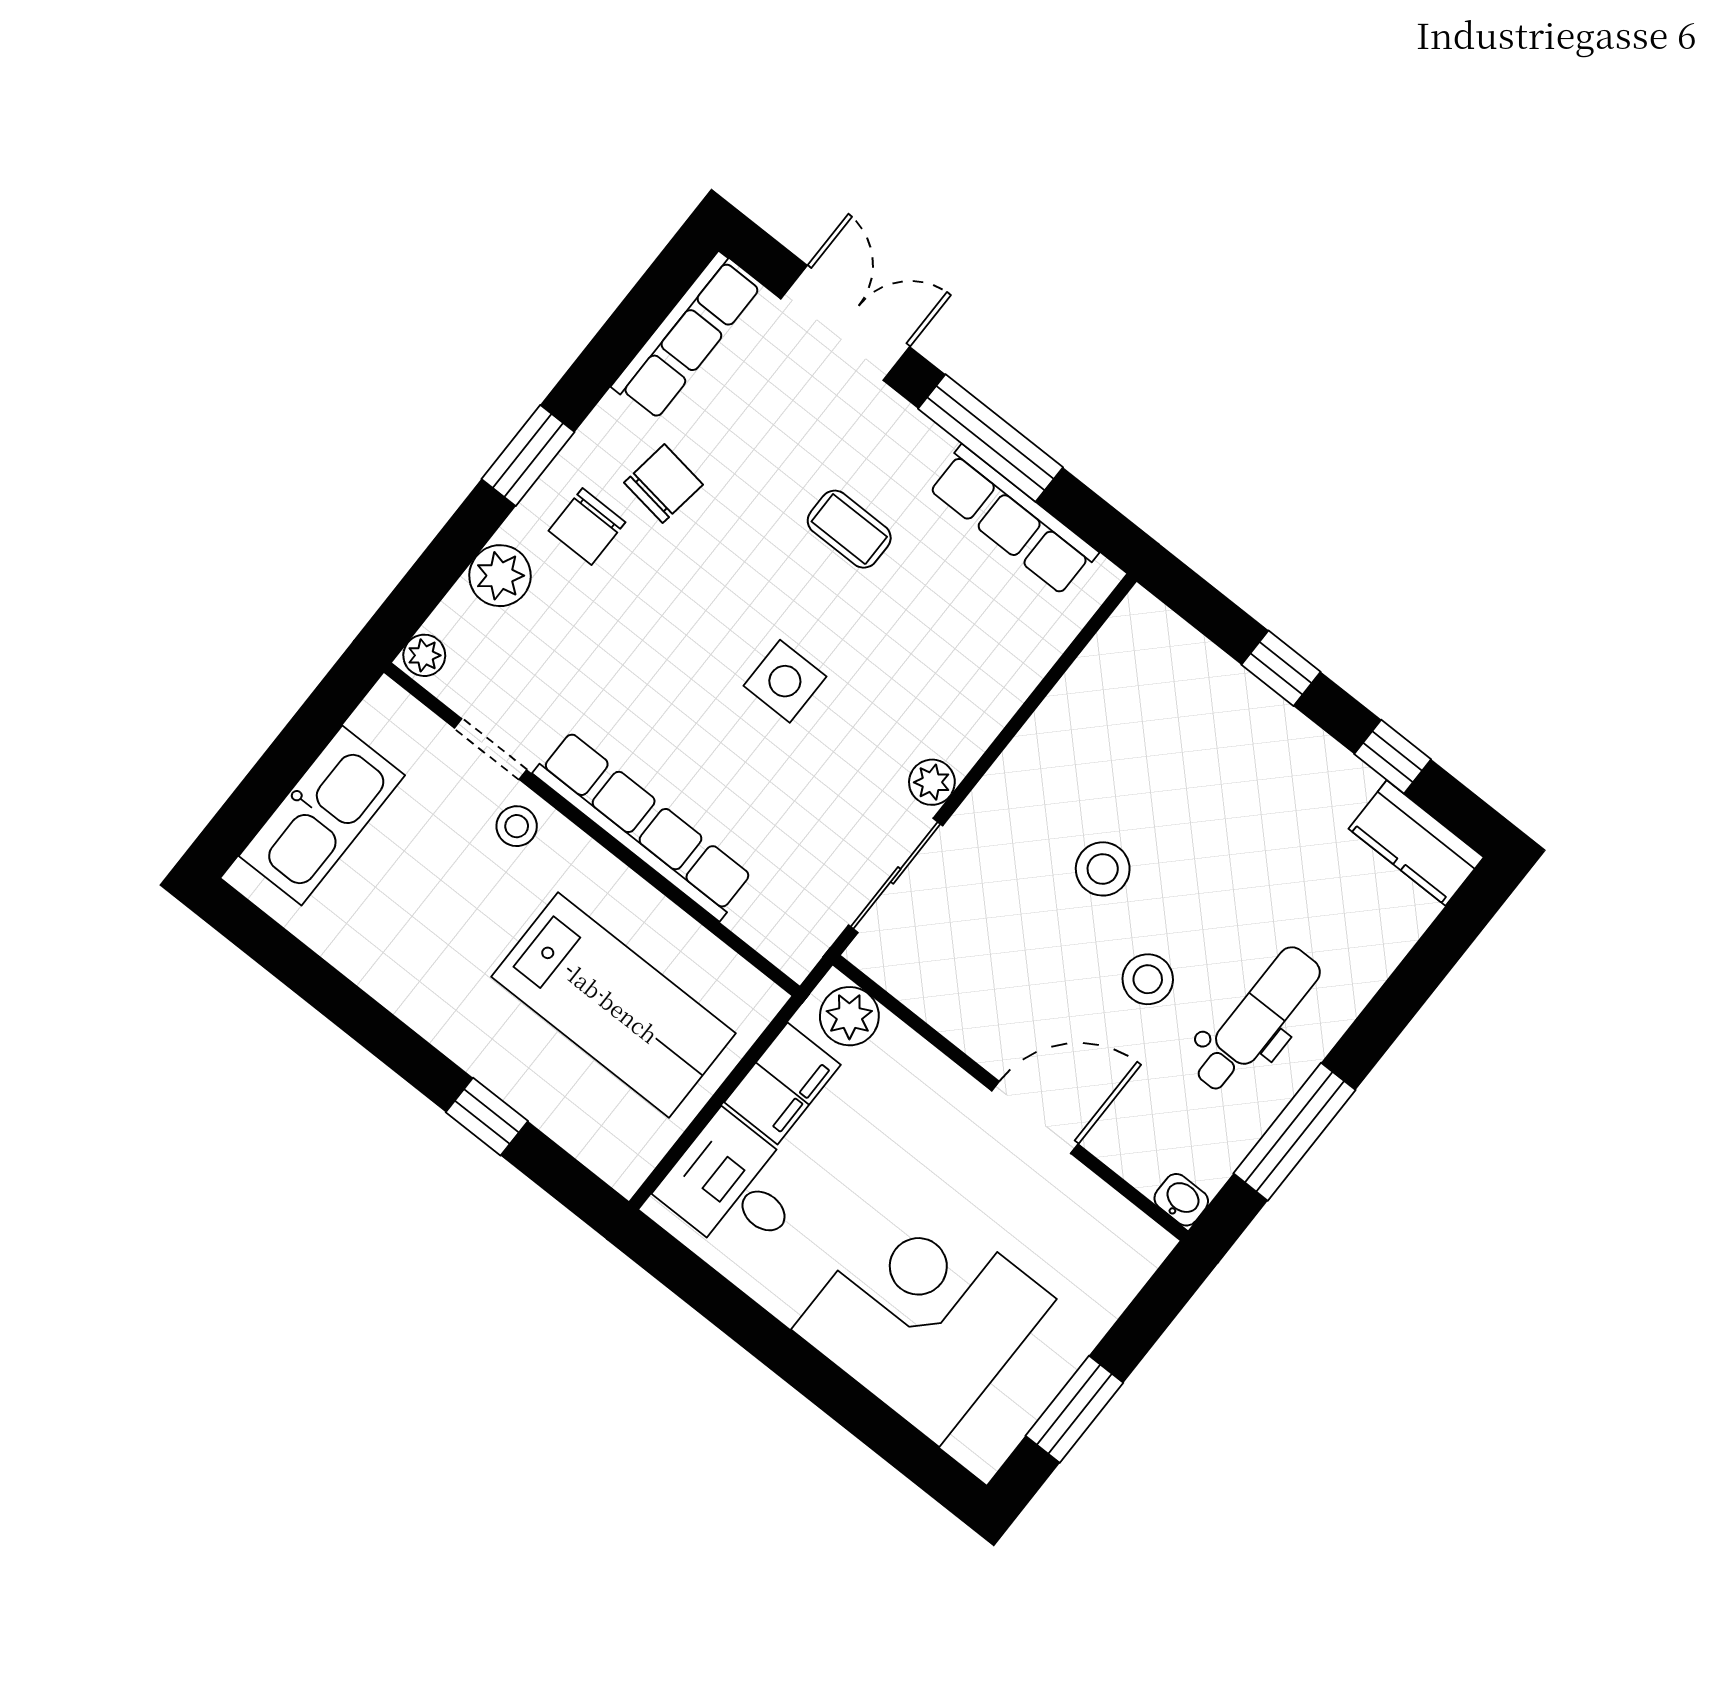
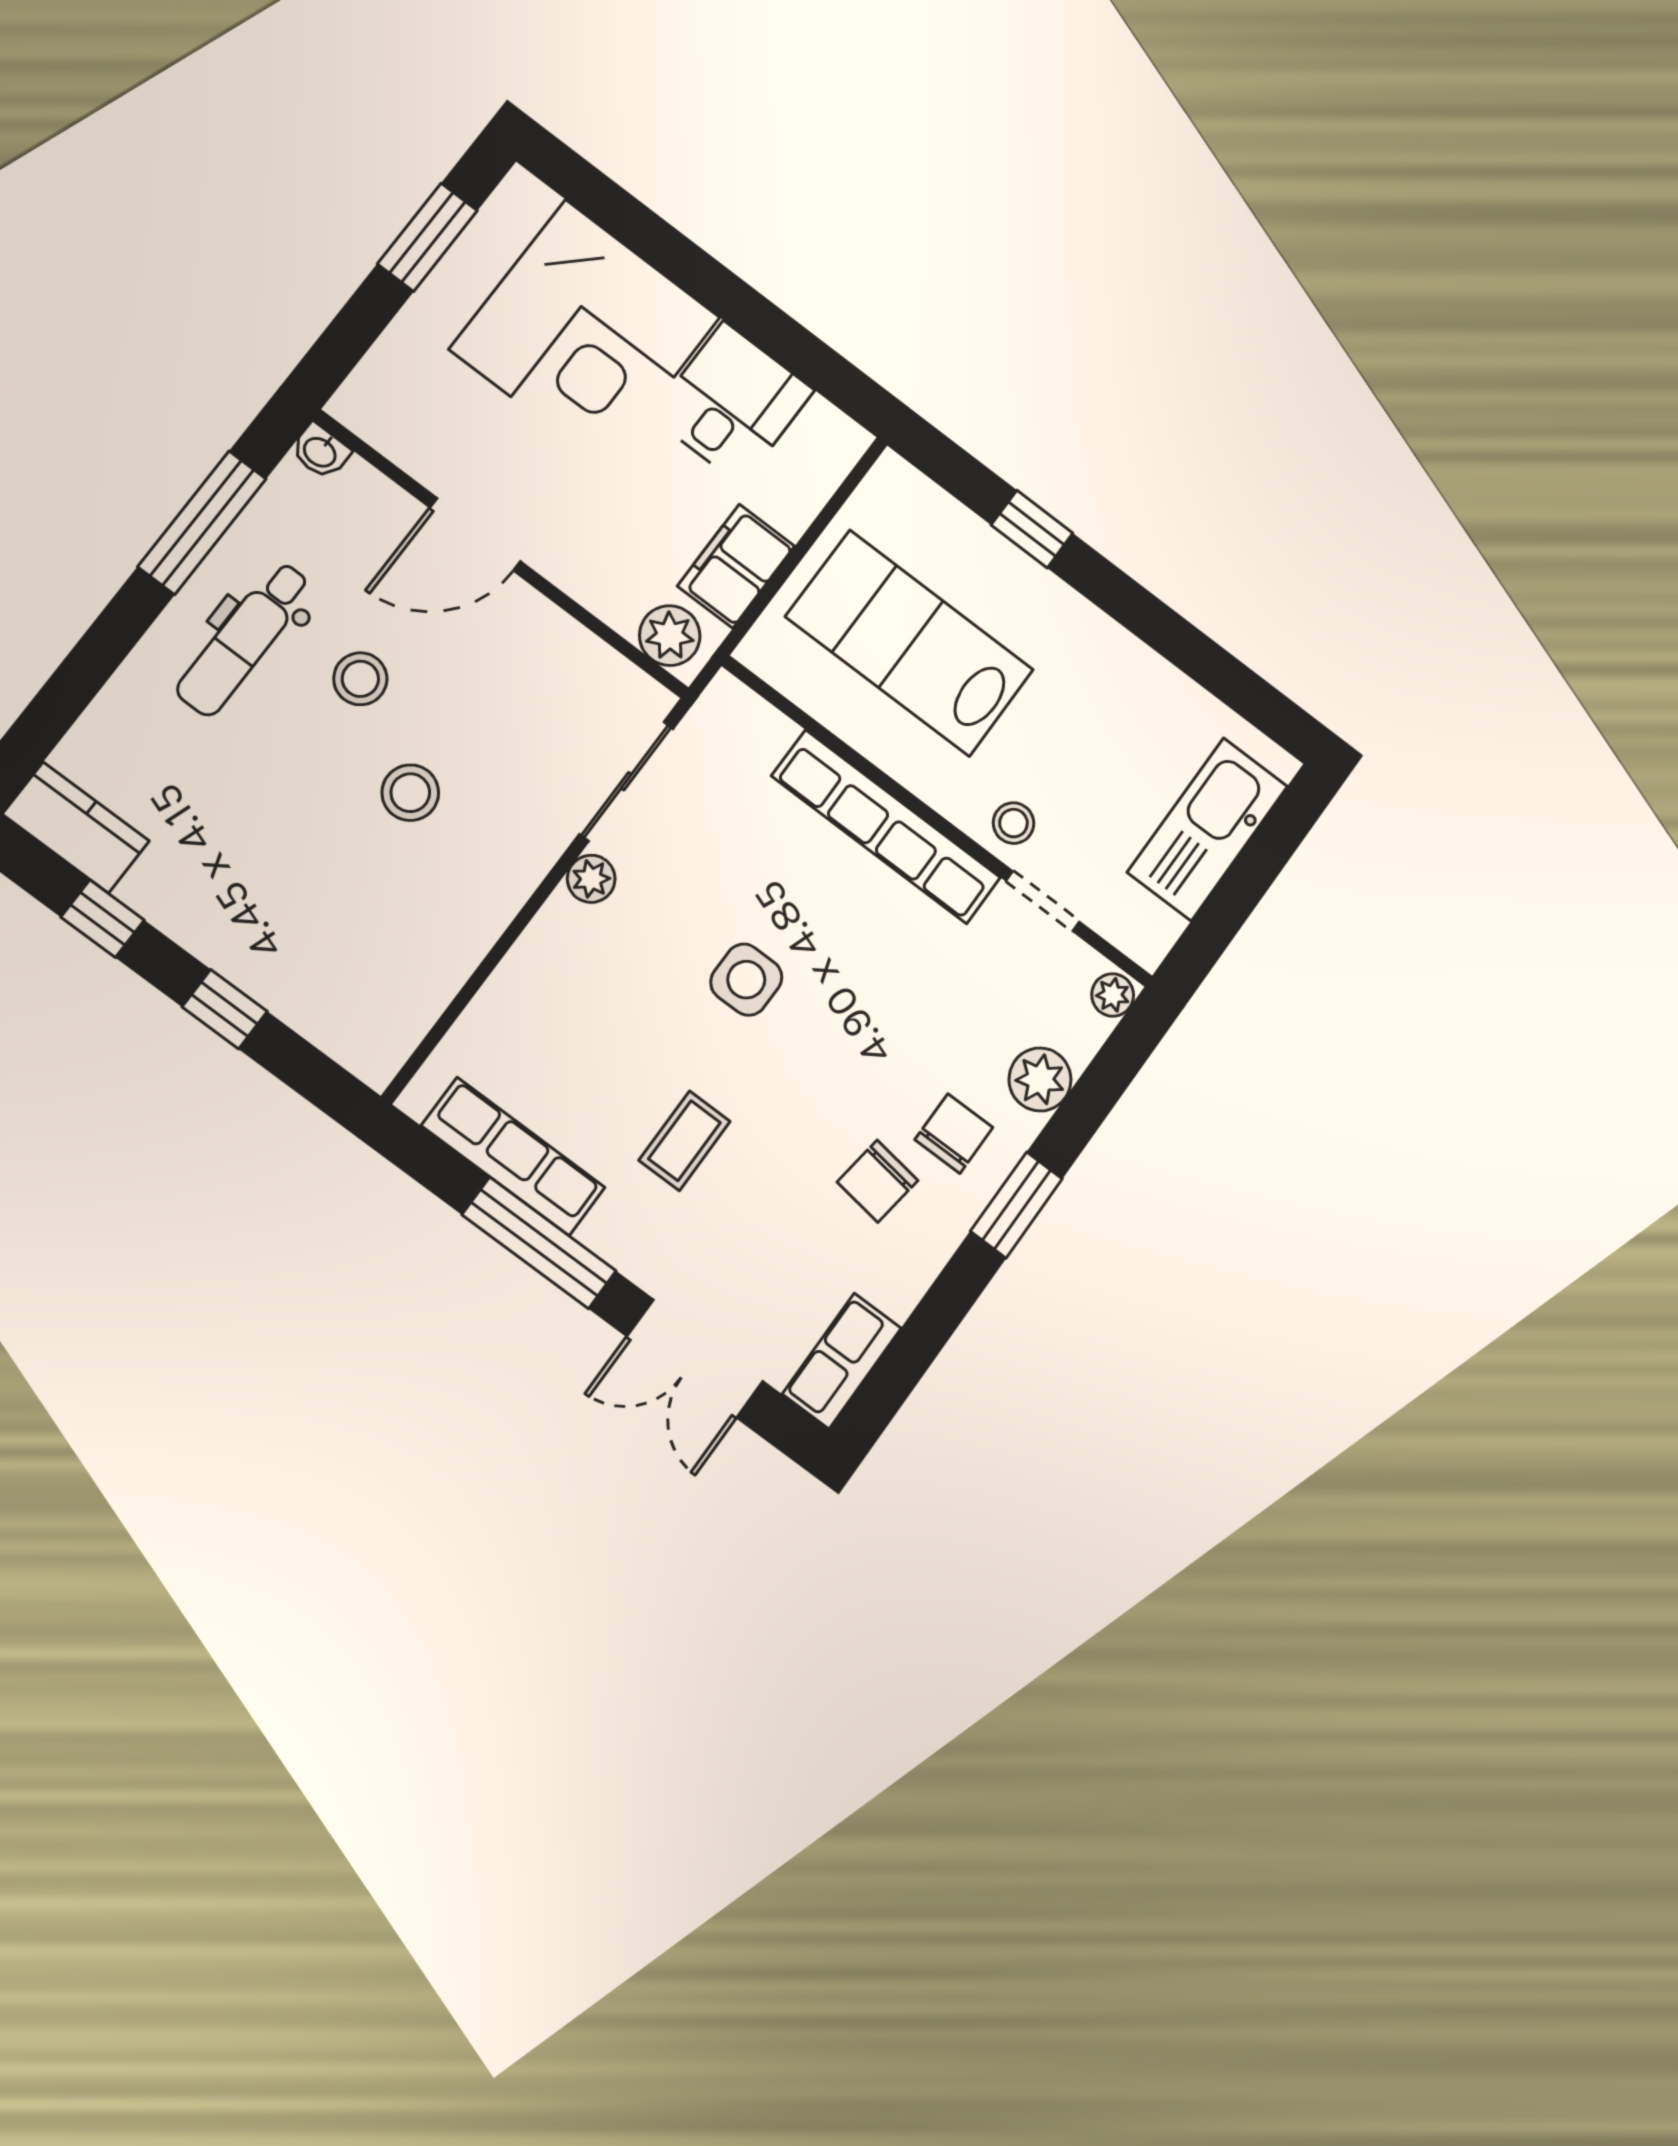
row of seats: (687, 336) -> (842, 1361), width x0.68
coffee table: (849, 529) -> (684, 1141), turned 90
desk: (734, 1188) -> (732, 403), moved, turned -90

